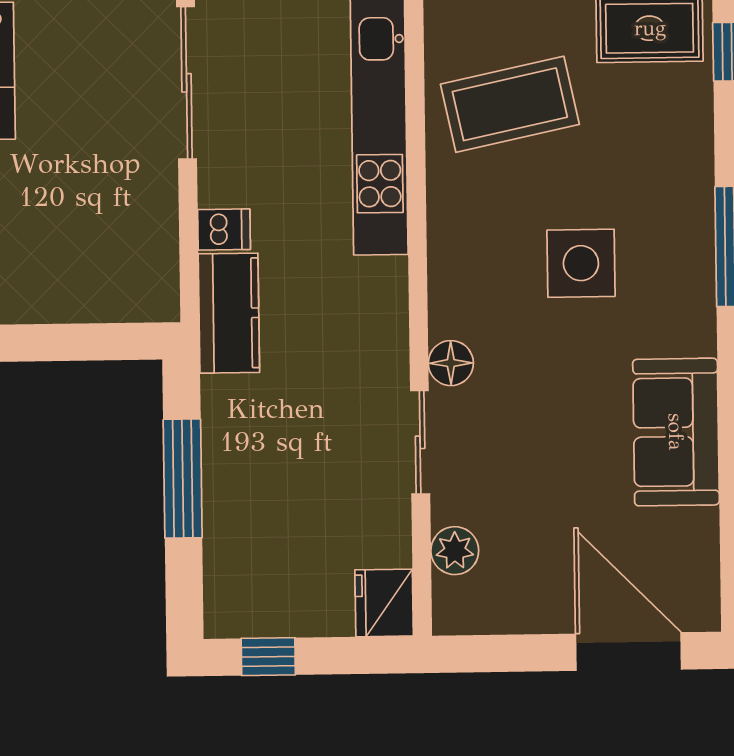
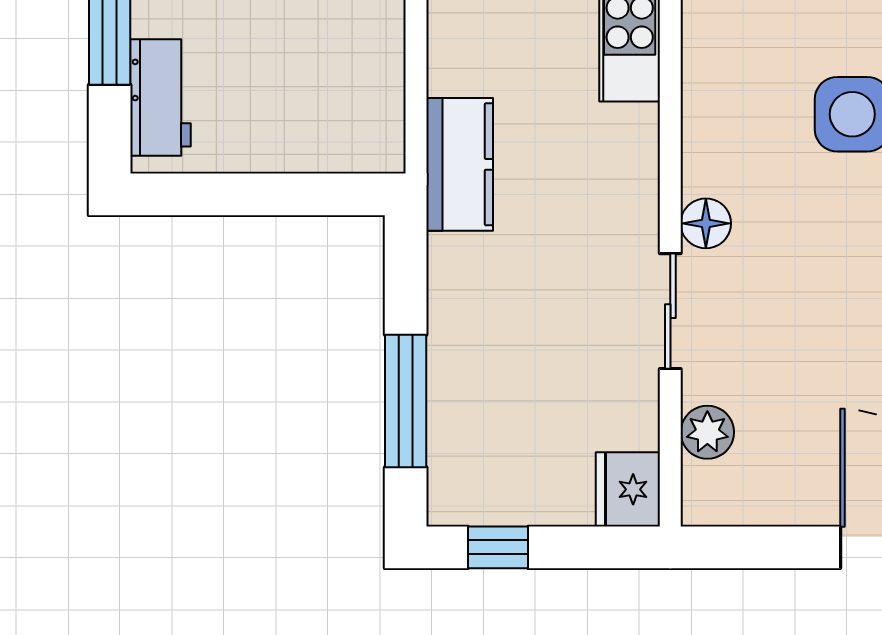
dishwasher: (224, 230) -> (455, 71), removed
window: (183, 478) -> (406, 401), moved

